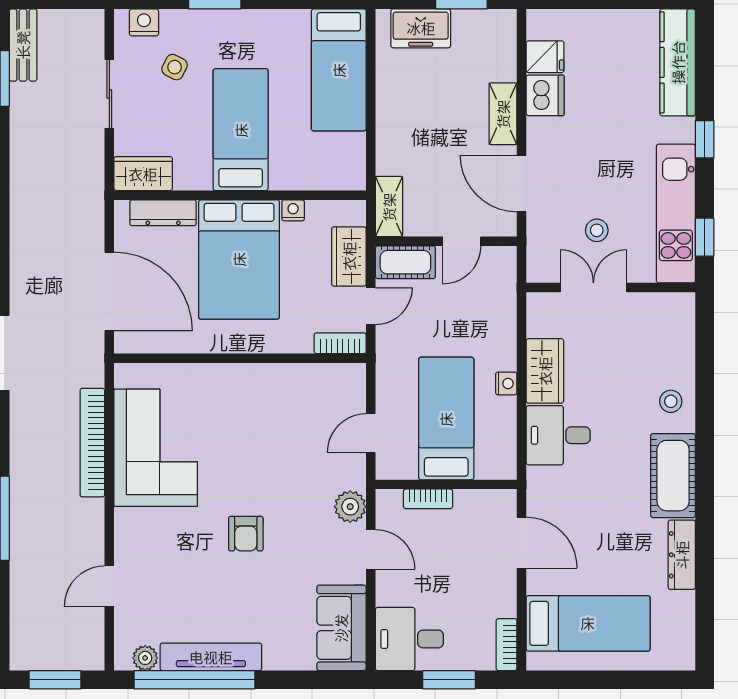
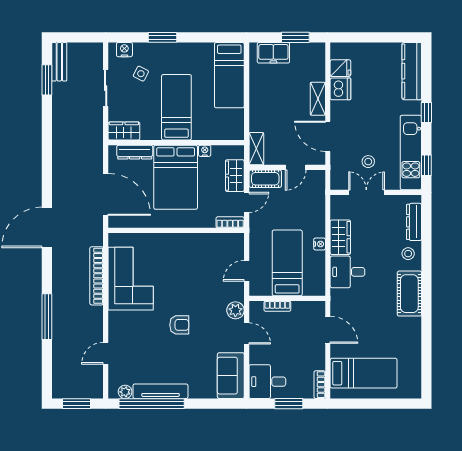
armchair: (246, 534) -> (179, 325), turned -90
dresser: (682, 555) -> (414, 222), moved

